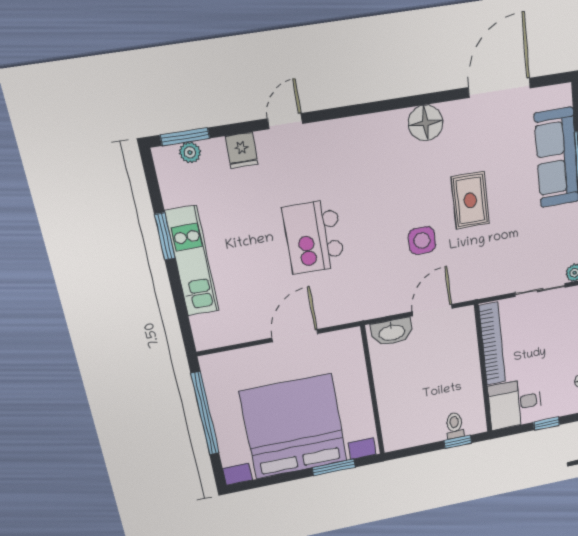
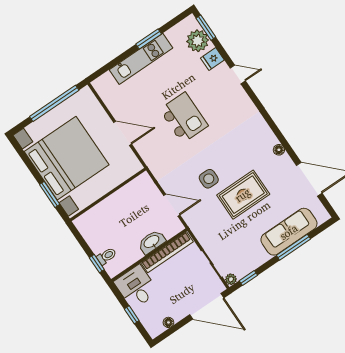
floor lamp: (426, 123) -> (279, 150), width x0.53, depth x0.53
plant: (190, 152) -> (198, 41), width x1.88, depth x1.88
rug: (470, 200) -> (243, 195), width x1.36, depth x1.43
kitchen island: (314, 237) -> (184, 118), turned 90
washbasin: (392, 332) -> (152, 242), moved, turned 90

